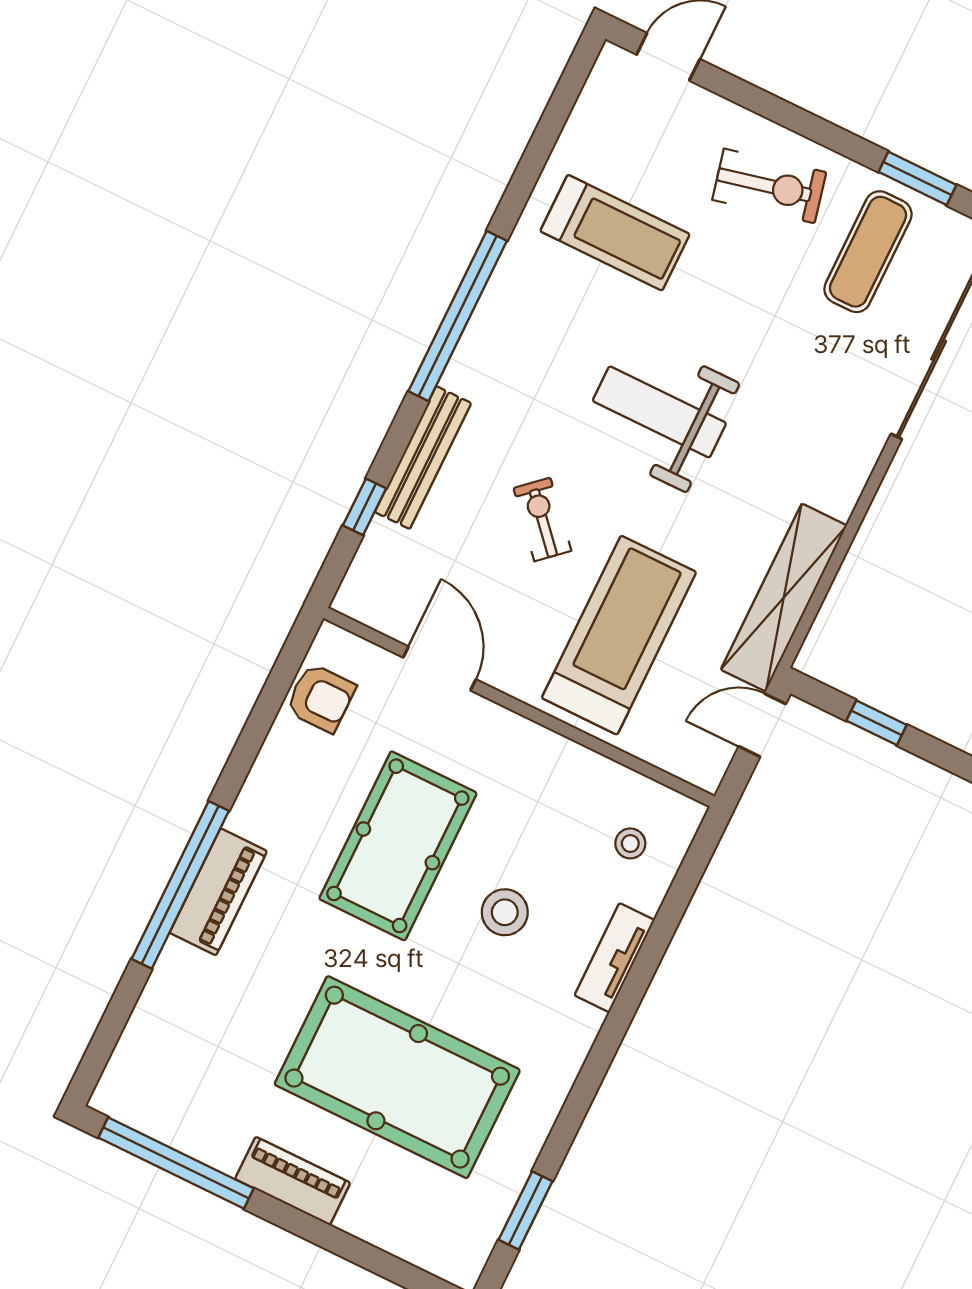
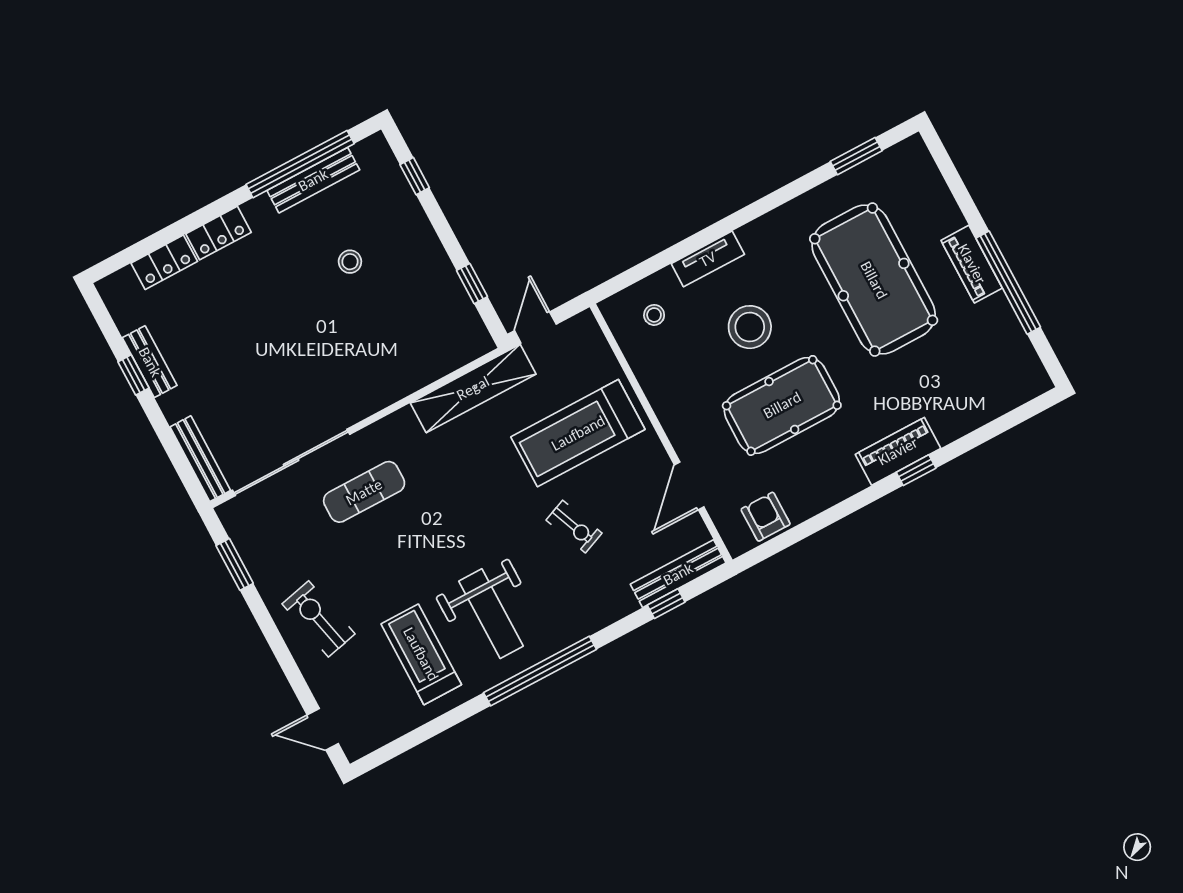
exercise mat: (868, 252) -> (364, 492), moved
weight bench: (659, 412) -> (491, 614), moved
bench: (423, 458) -> (678, 574), moved
exercise bike: (542, 519) -> (574, 527), turned -70
door: (762, 725) -> (535, 327), swing flipped
window: (180, 885) -> (916, 470), width x0.32
stool: (505, 912) -> (750, 327), width x1.38, depth x1.38
window: (176, 1163) -> (1008, 283), moved

